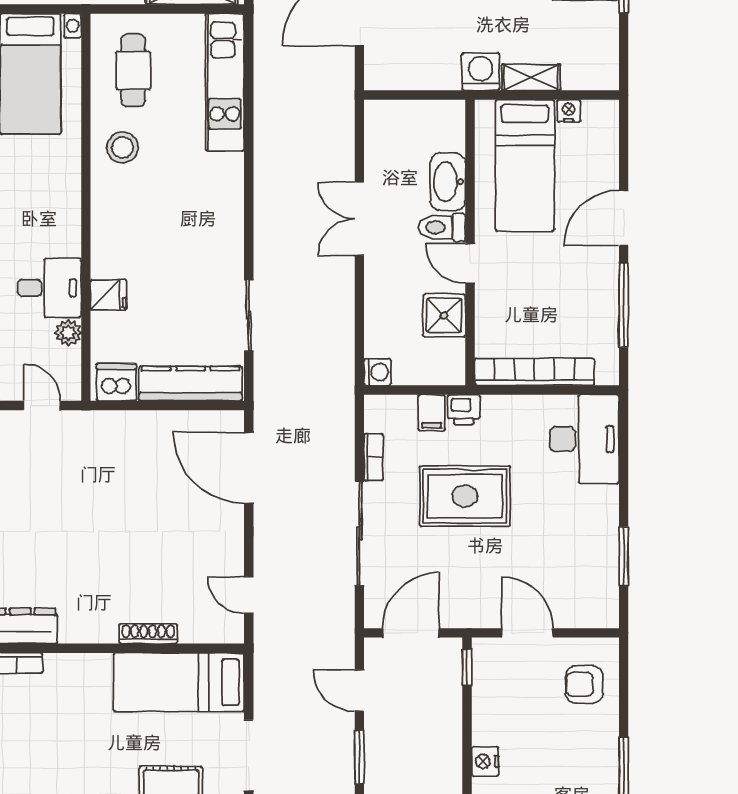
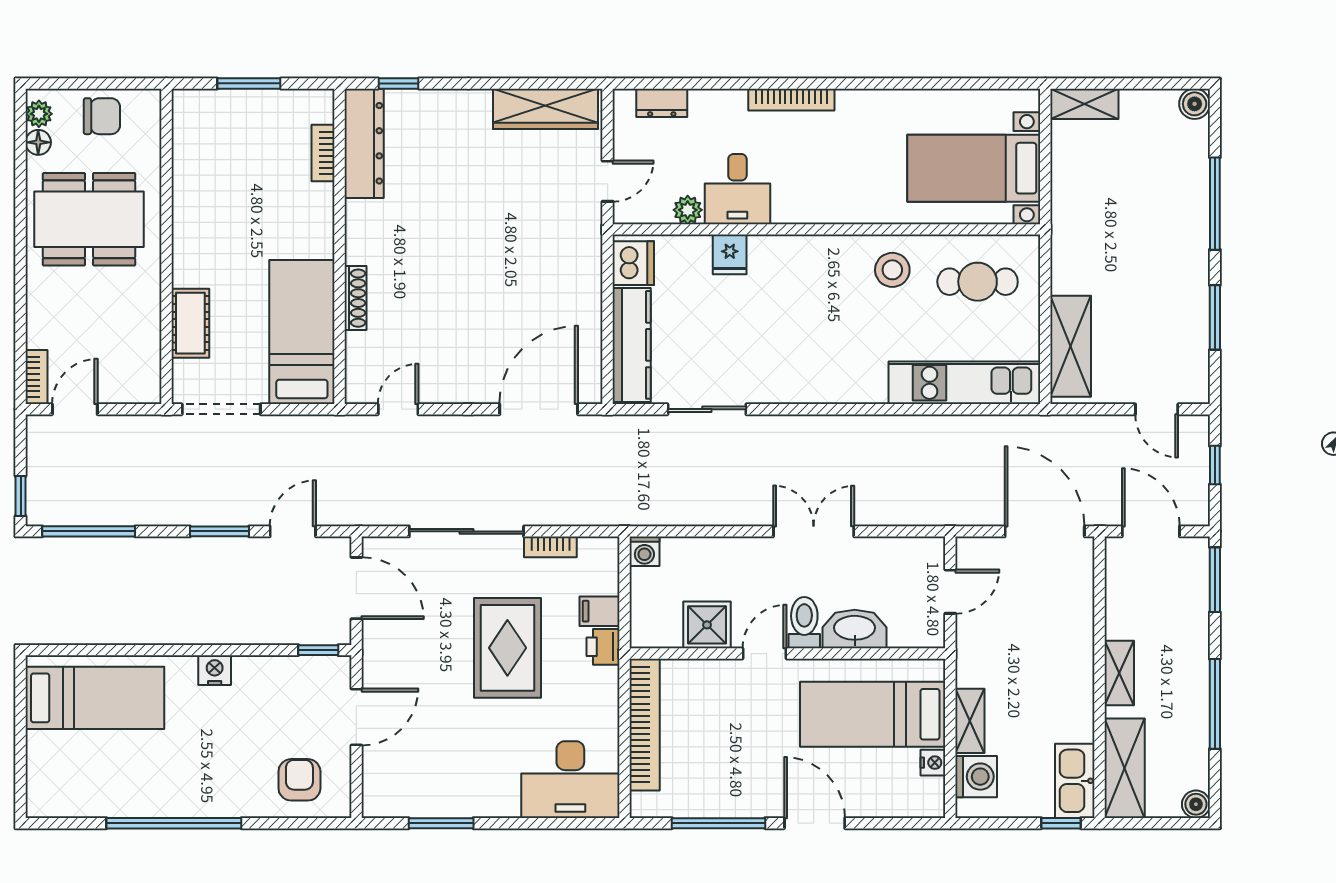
washing machine: (481, 72) -> (976, 777), moved
door: (414, 95) -> (950, 592), added

